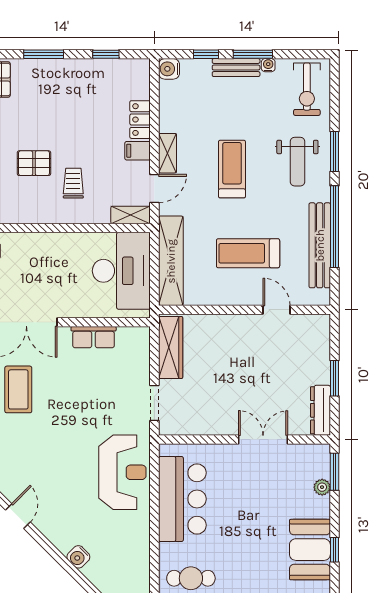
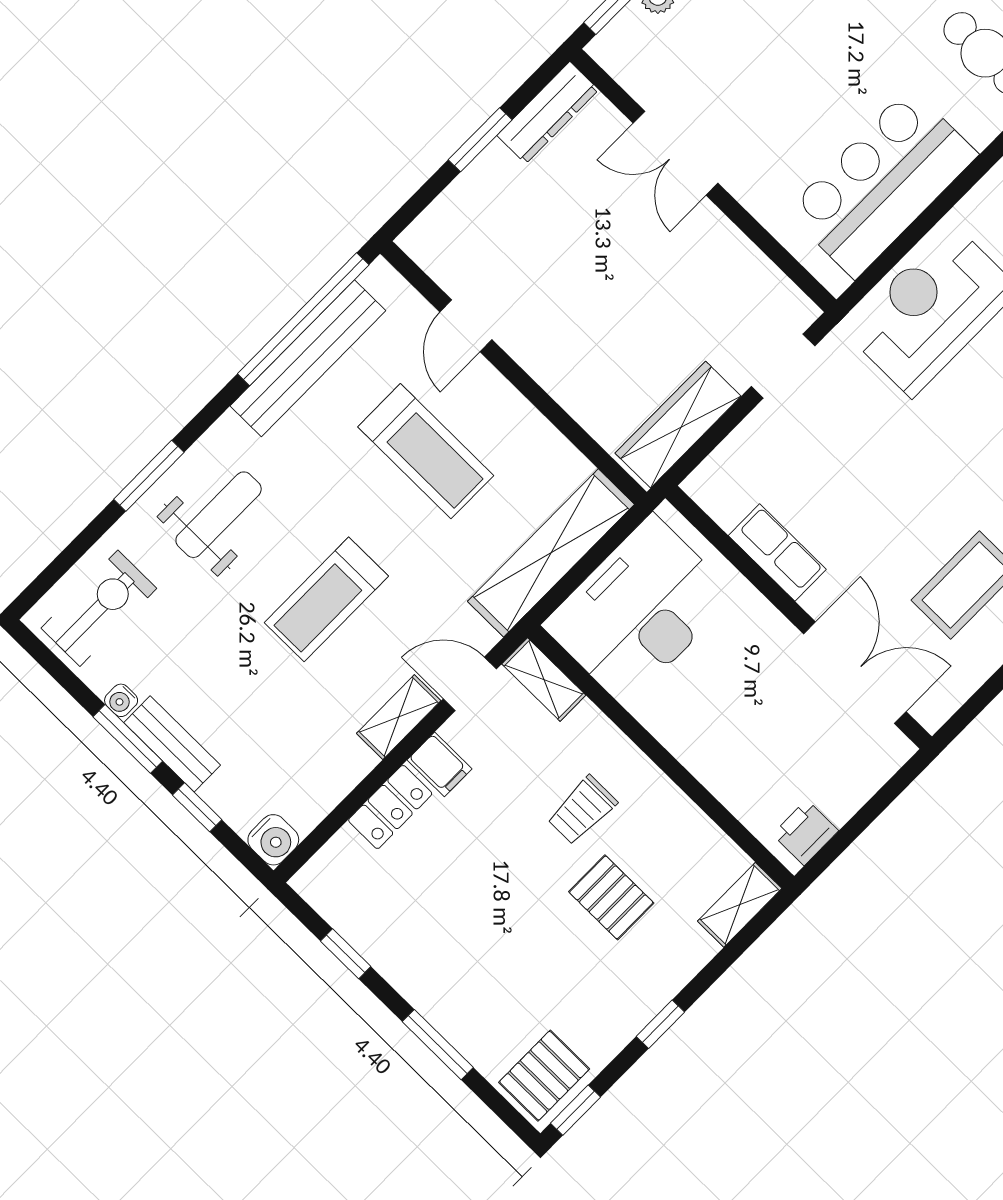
window: (334, 227) -> (303, 319), moved

